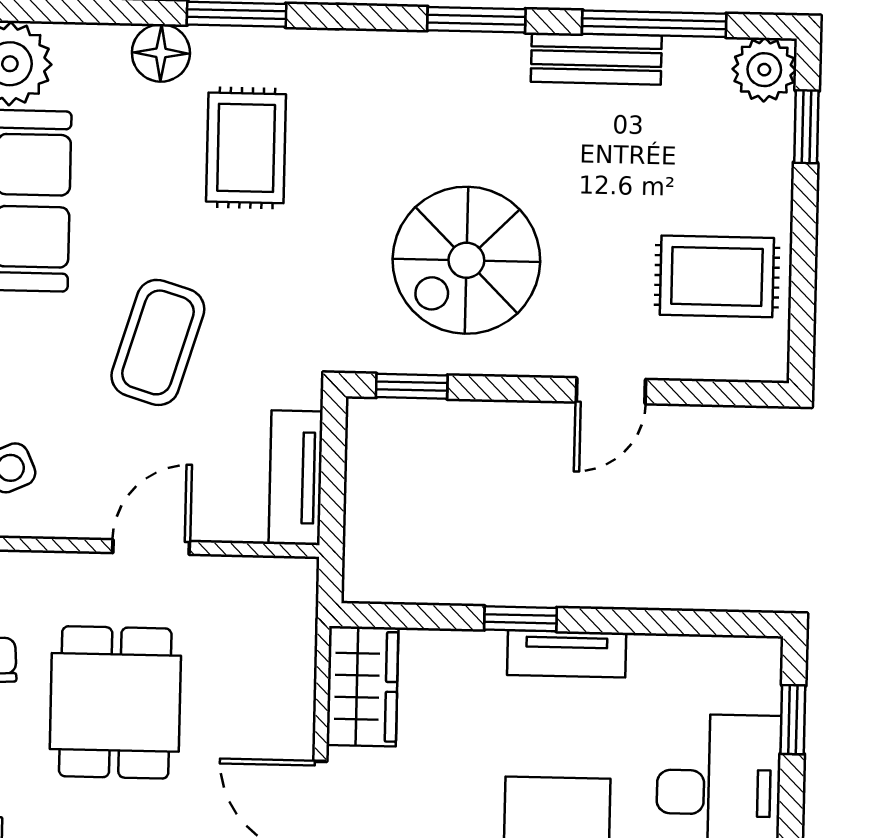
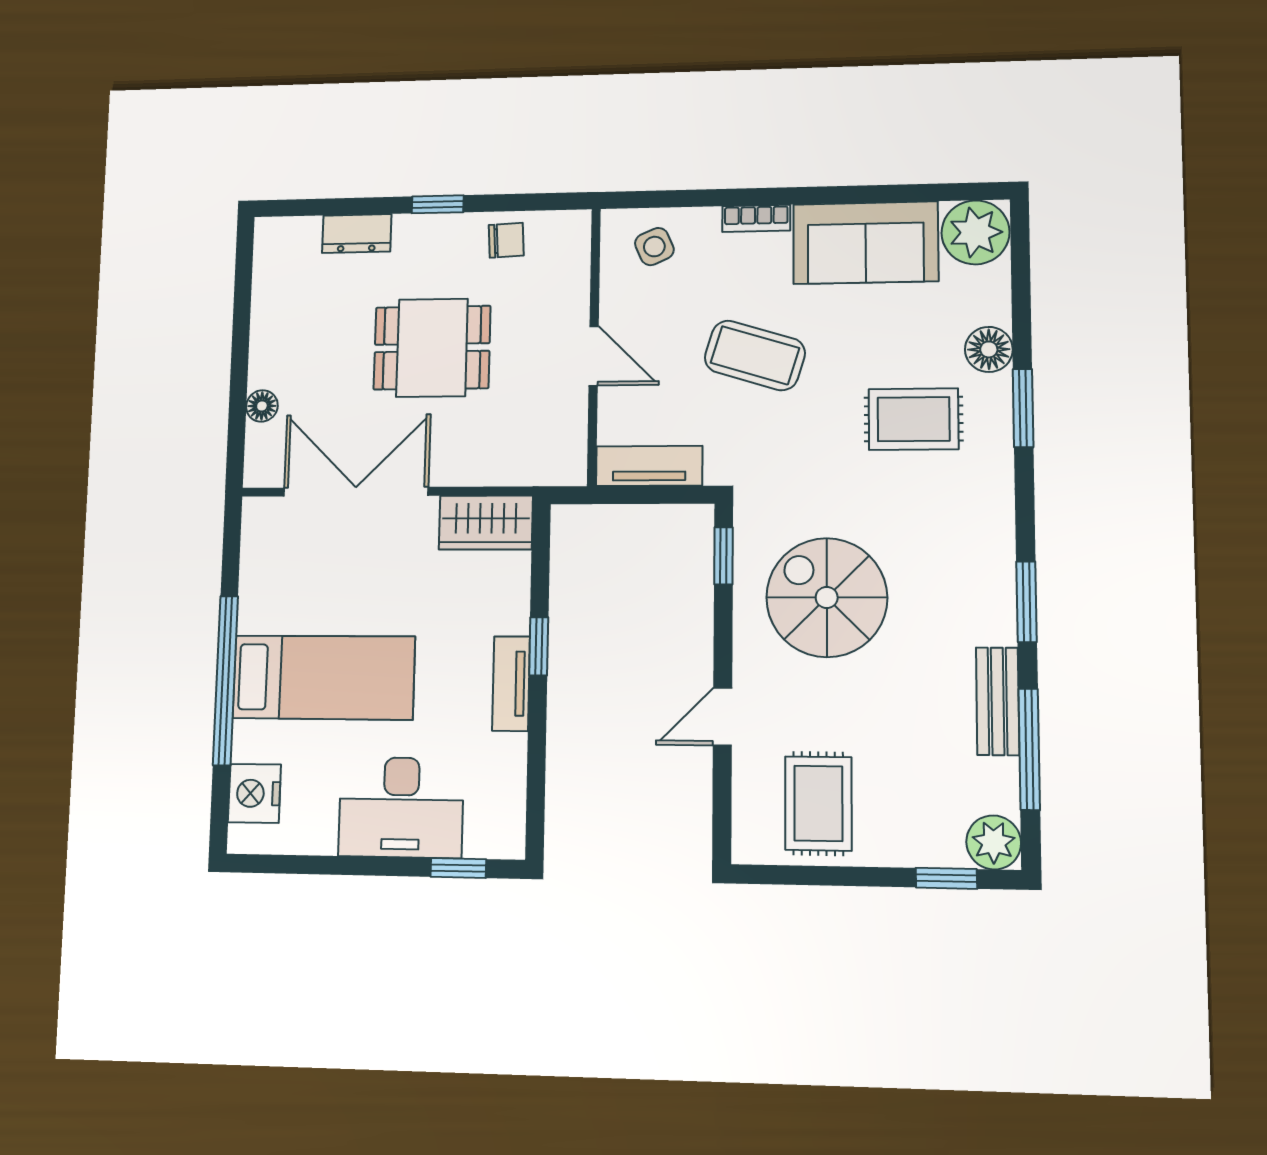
door: (611, 391) -> (722, 717), hinge flipped
dining table: (115, 702) -> (432, 348), moved

